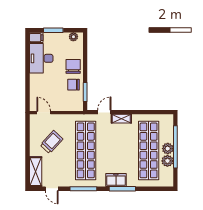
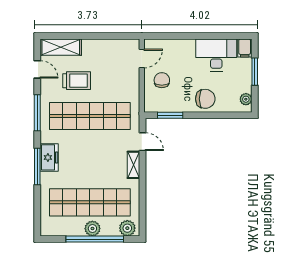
chair: (74, 85) -> (162, 80), moved
trolley: (51, 142) -> (77, 81), moved, turned -43
plant: (167, 161) -> (127, 228), moved
door: (52, 189) -> (37, 69), swing flipped

